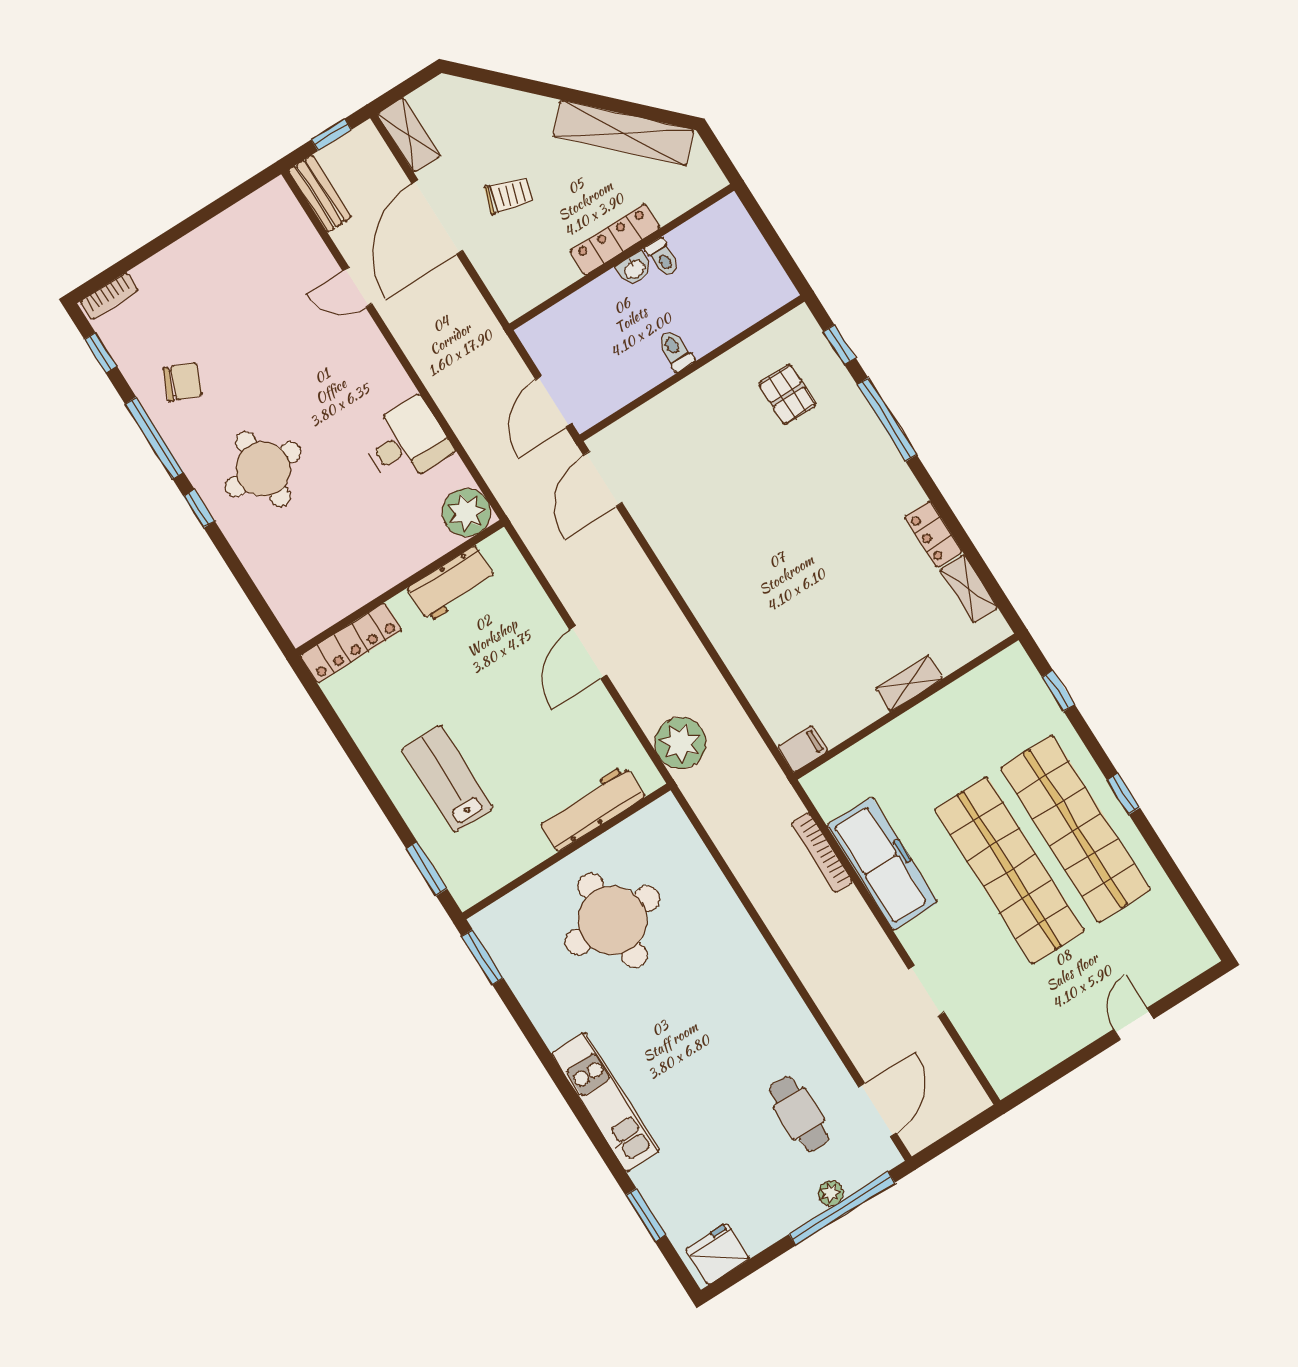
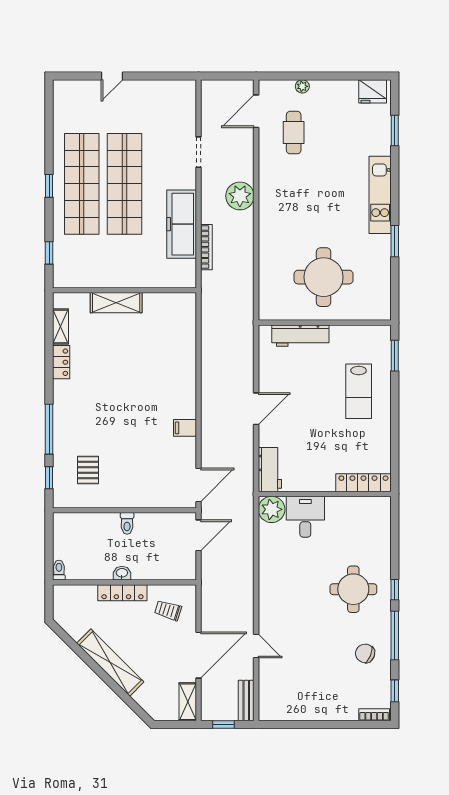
shelving: (623, 133) -> (110, 663), moved
trolley: (509, 195) -> (168, 610), moved
toilet: (663, 258) -> (59, 570), moved
desk: (406, 442) -> (305, 517), moved, turned 90
workbench: (452, 584) -> (270, 470), moved, turned 90
shelving: (909, 683) -> (116, 303), width x1.50, depth x1.33
plant: (680, 743) -> (240, 196), moved
filing cabinet: (803, 749) -> (185, 428), moved
window: (483, 957) -> (395, 241), moved
window: (842, 1208) -> (302, 76), removed

